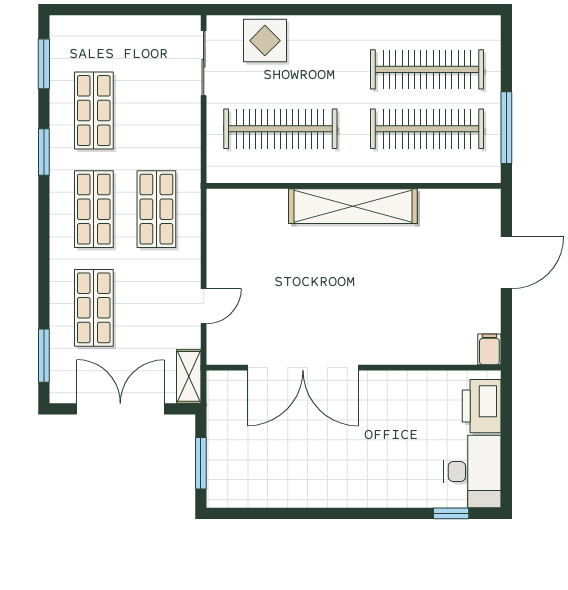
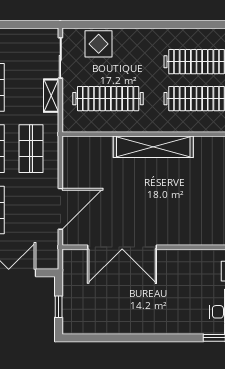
door: (204, 306) -> (60, 209), width x1.87
shelving: (189, 376) -> (51, 96), moved
window: (201, 463) -> (59, 307), width x0.67

